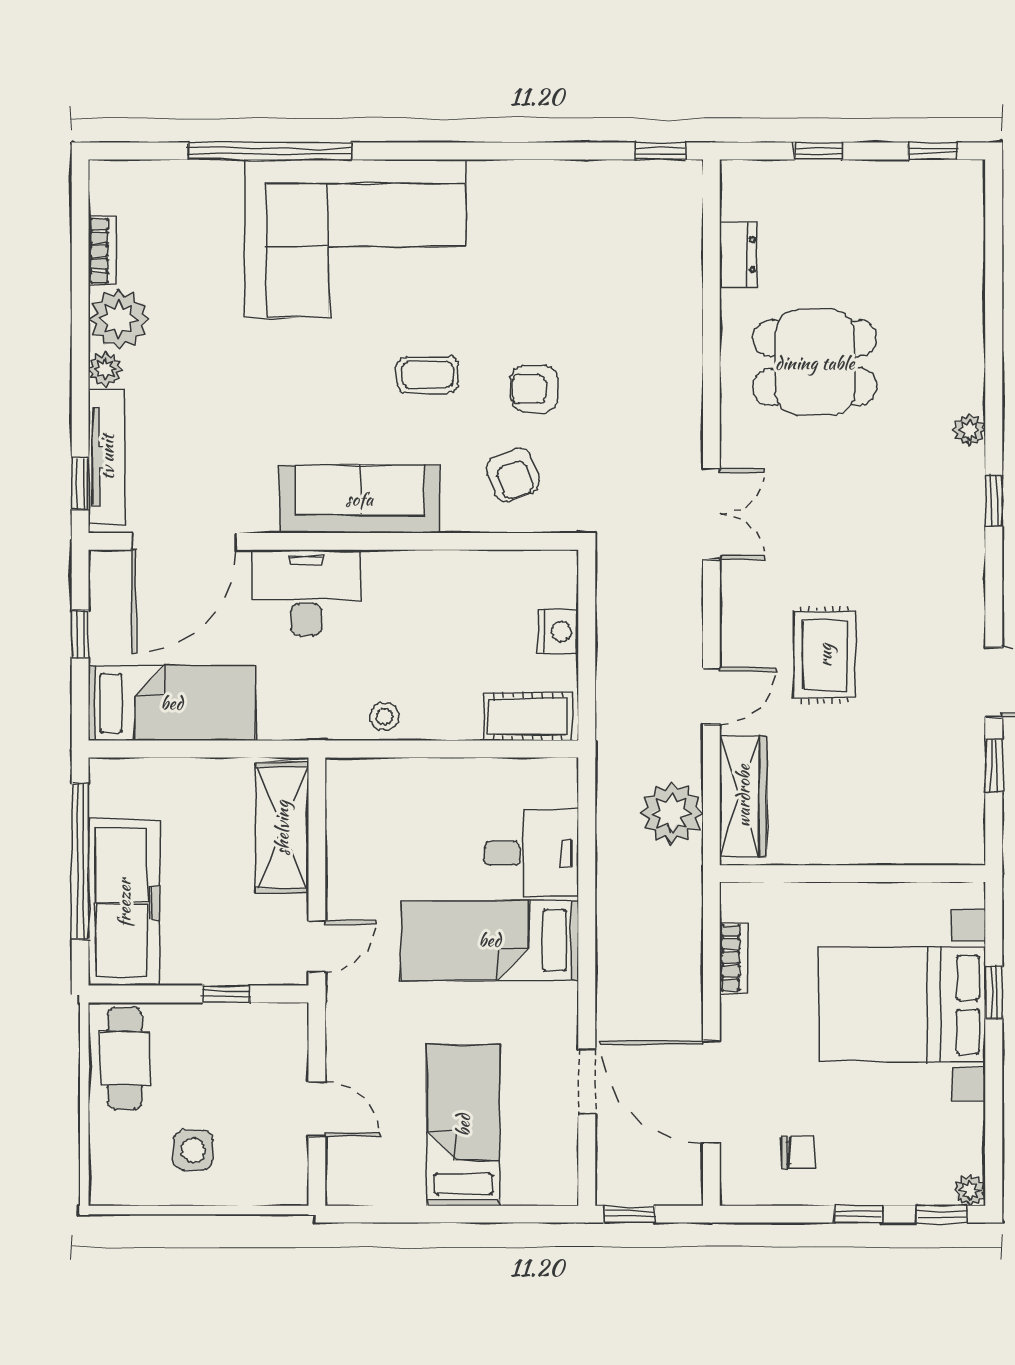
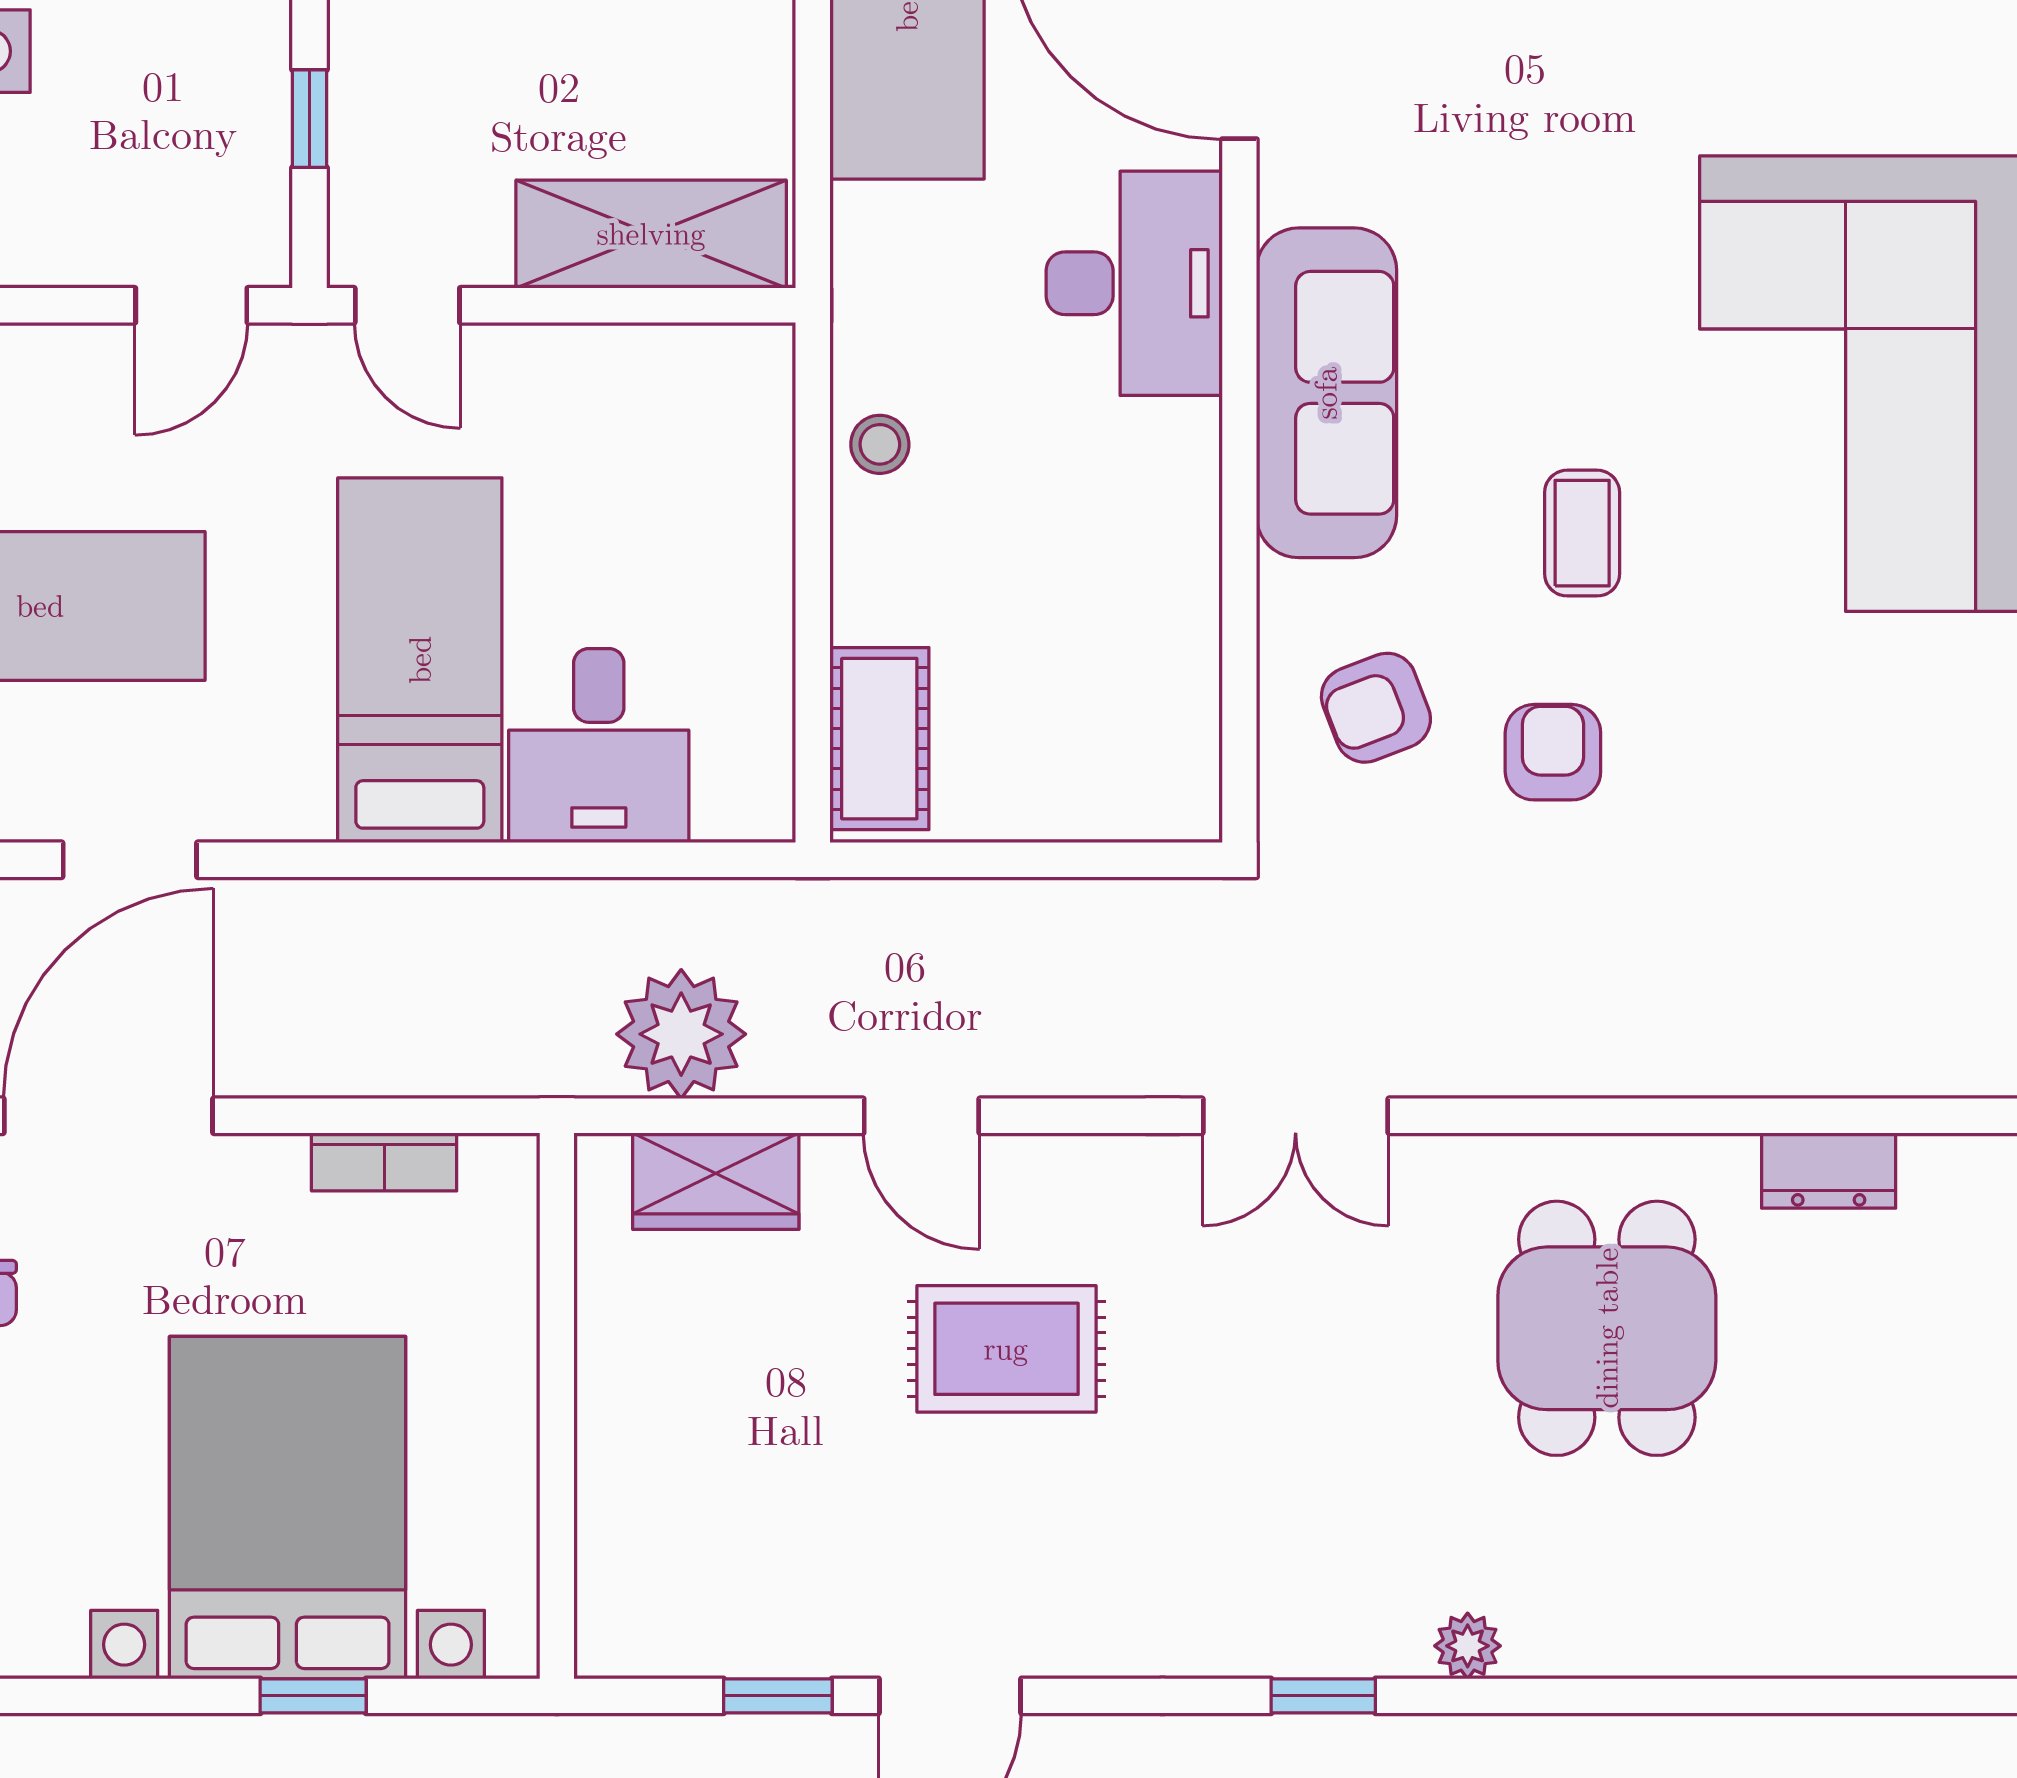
nightstand: (558, 631) -> (1055, 801), removed
wardrobe: (743, 796) -> (716, 1181), width x0.67
door: (317, 1109) -> (191, 305), moved

